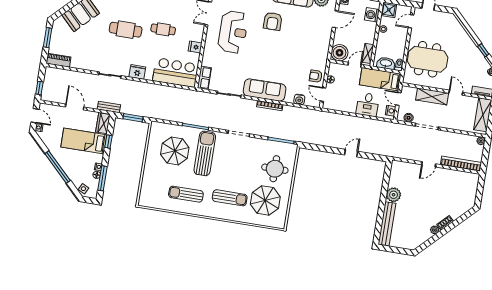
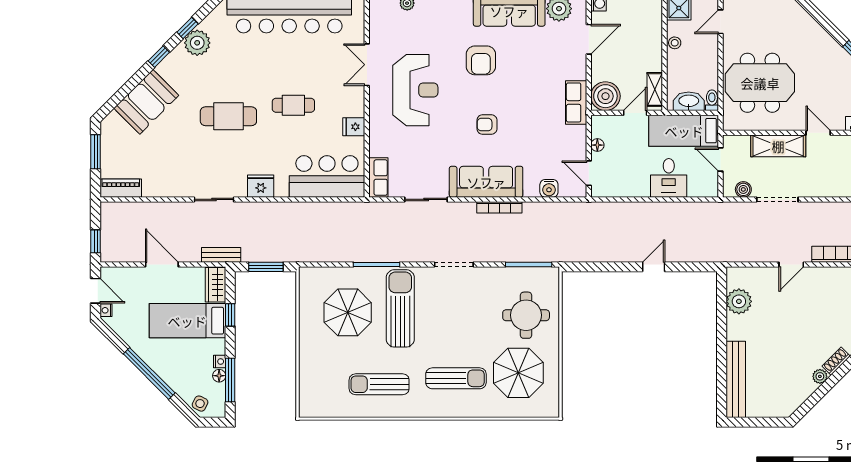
washing machine: (372, 15) -> (651, 21), removed
row of seats: (322, 54) -> (576, 102), added
armchair: (316, 76) -> (487, 125), moved
nightstand: (391, 111) -> (710, 182), removed
plant: (394, 195) -> (739, 301), moved

